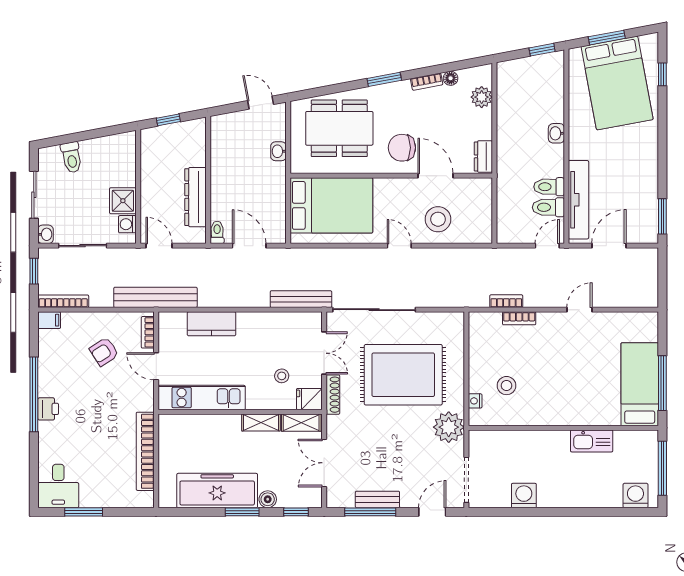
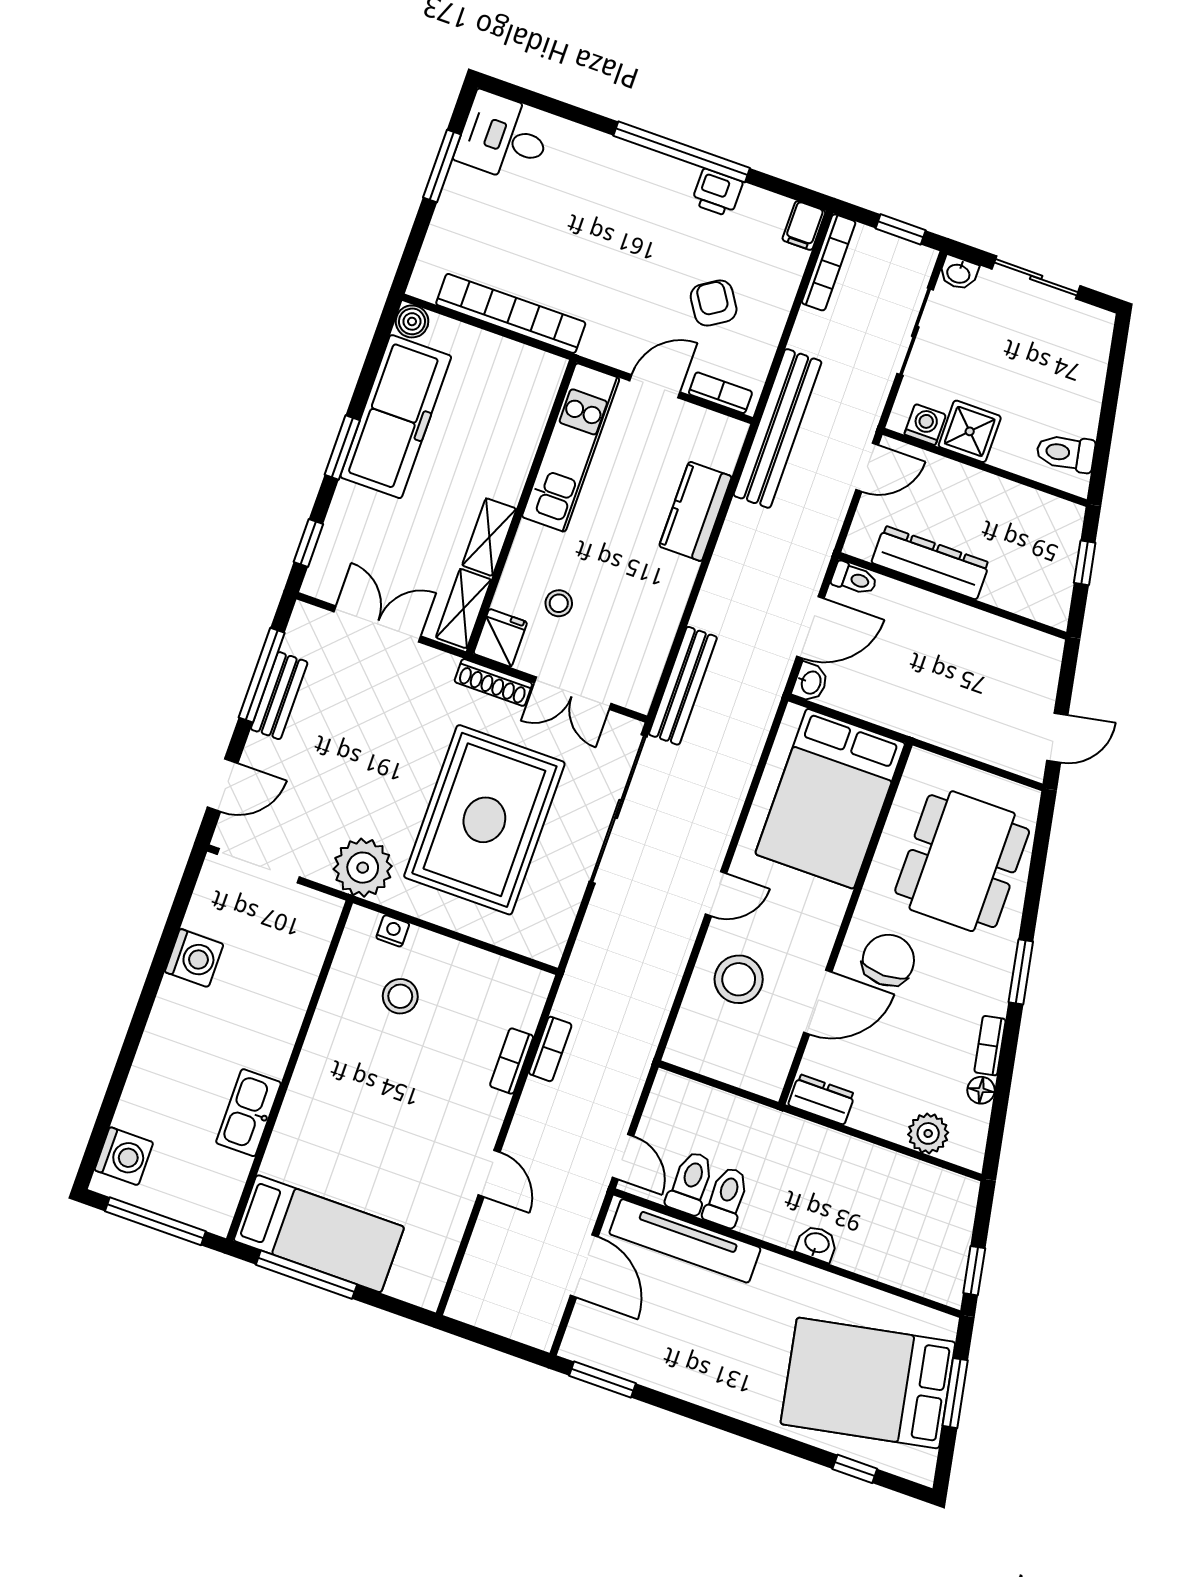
washbasin: (278, 151) -> (810, 682), moved, turned 90
toilet: (71, 157) -> (1066, 453), moved
printer: (48, 409) -> (717, 193), moved
boiler: (268, 499) -> (412, 321), moved
door: (432, 512) -> (223, 785), hinge flipped

